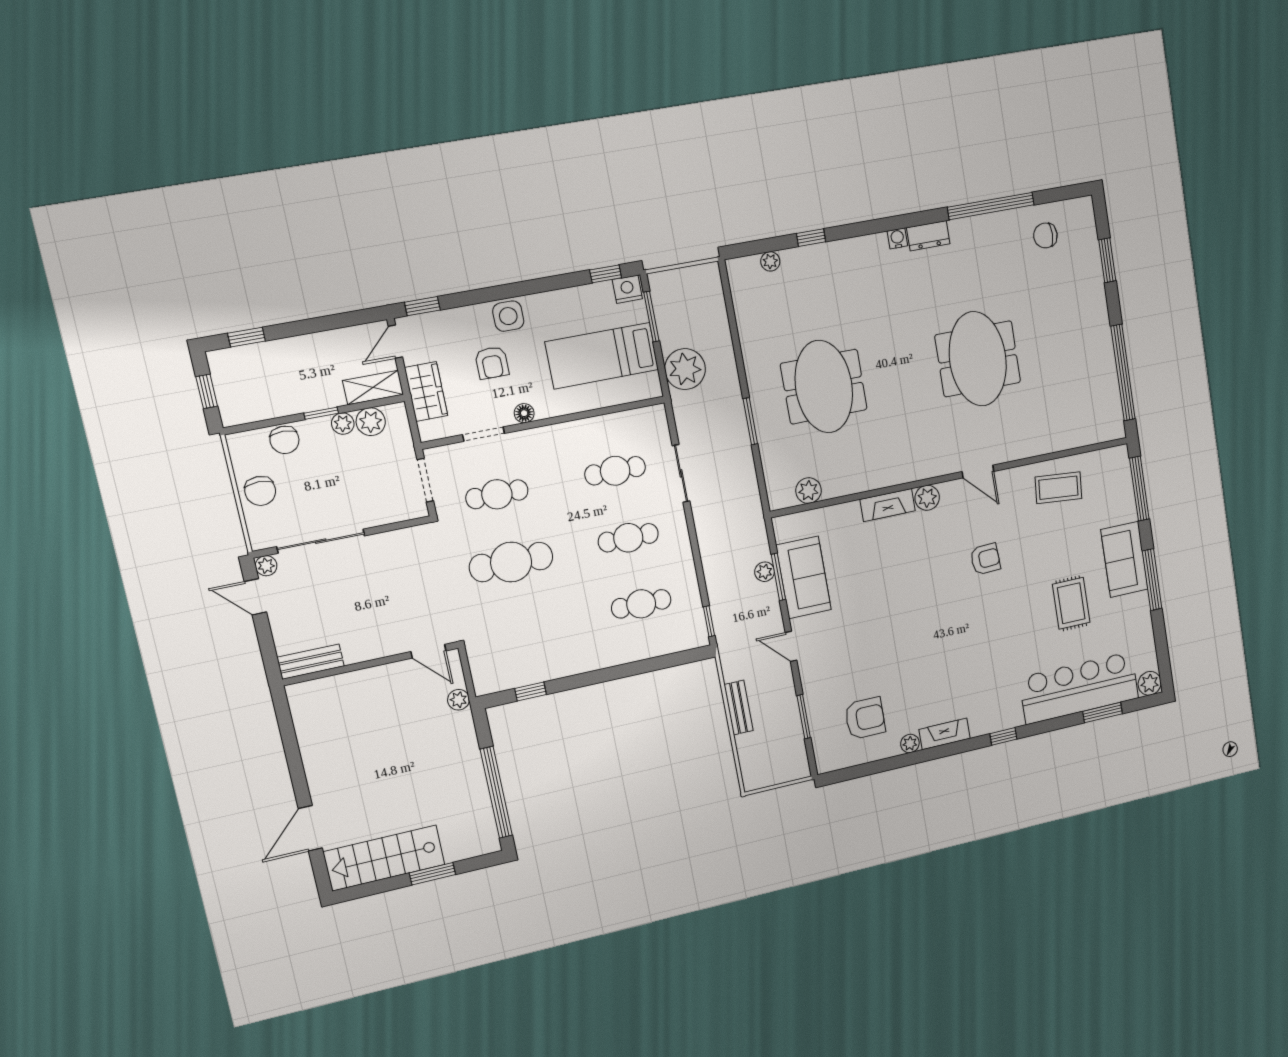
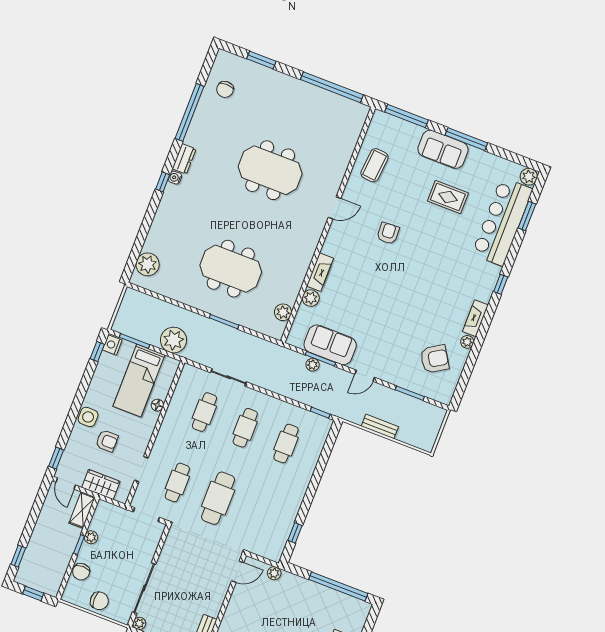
window: (811, 238) -> (163, 182), moved
plant: (770, 261) -> (148, 264), width x1.87, depth x1.87
floor lamp: (524, 413) -> (157, 405), moved
plant: (371, 422) -> (99, 523), removed
chair: (284, 440) -> (81, 572), turned 90
plant: (927, 498) -> (311, 298), moved
armchair: (865, 718) -> (435, 359), turned 58

